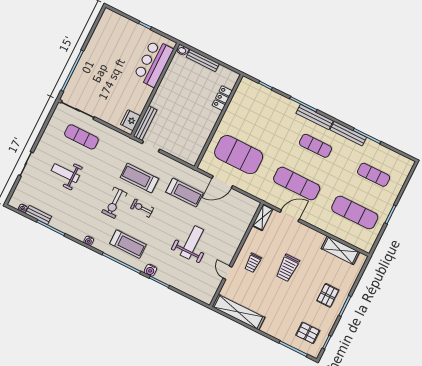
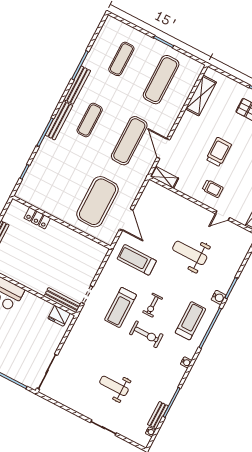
exercise mat: (81, 137) -> (76, 368), removed
weight bench: (65, 173) -> (114, 386), turned 90
treadmill: (184, 193) -> (137, 260), turned -90
trolley: (287, 268) -> (219, 152), turned -90

